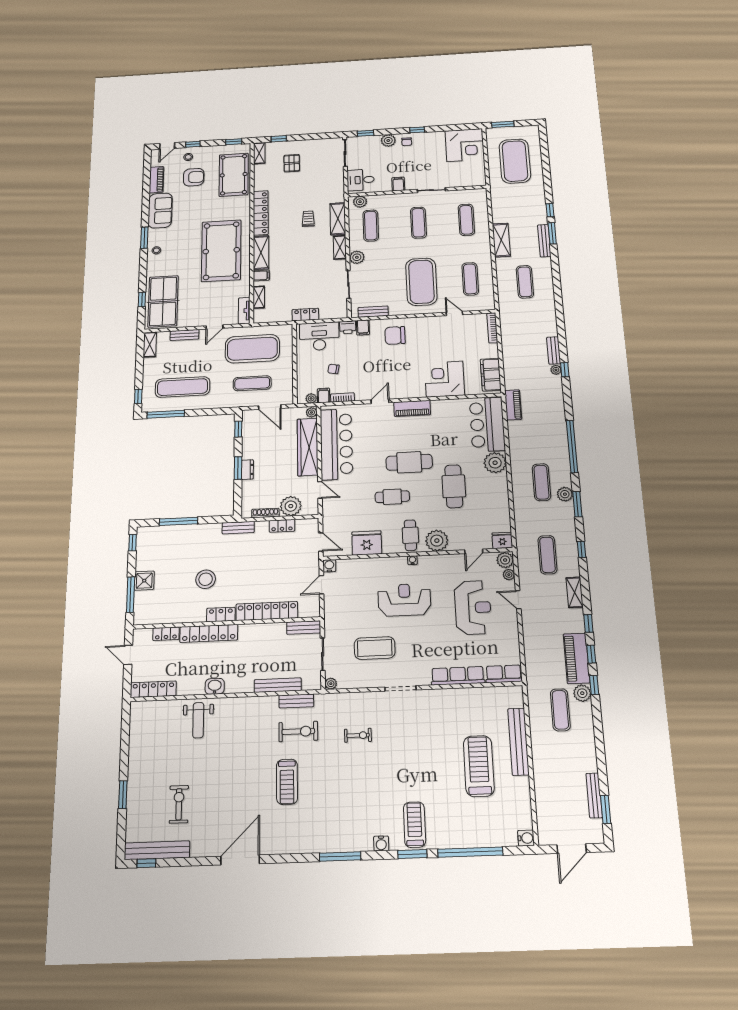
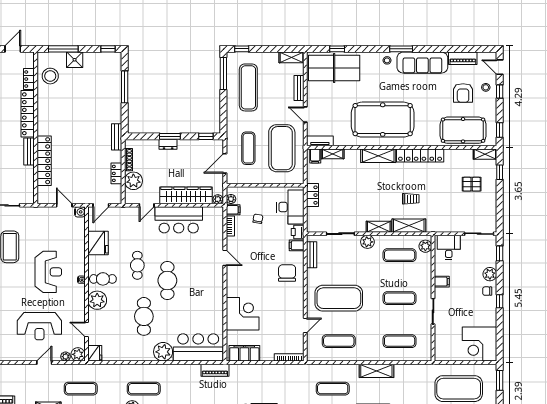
sofa: (160, 211) -> (422, 63), width x1.36
filing cabinet: (261, 275) -> (315, 156), moved
piano: (412, 408) -> (217, 285), removed
bar counter: (336, 444) -> (179, 220), width x0.73
cafe table: (454, 486) -> (144, 316), turned 90
stool: (206, 579) -> (50, 76), moved
locker: (221, 615) -> (43, 123), removed
bench: (304, 628) -> (29, 152), moved

